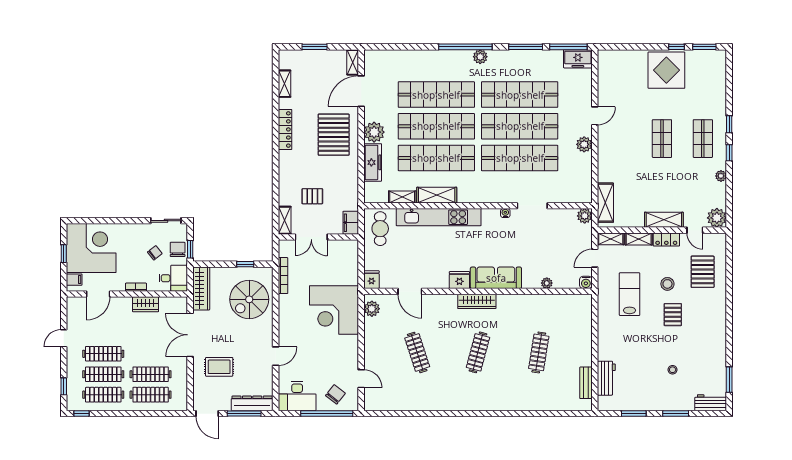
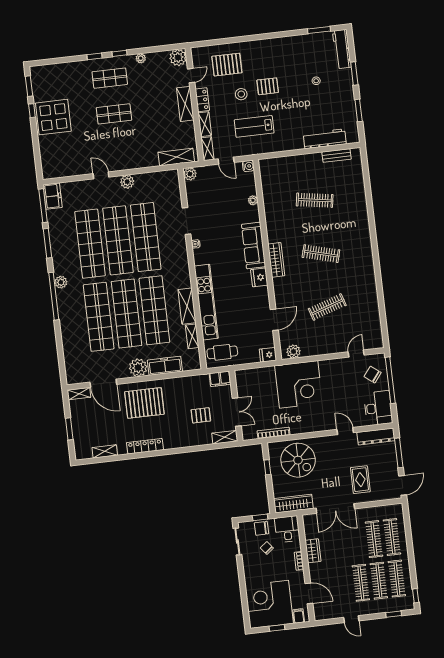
pallet: (312, 196) -> (201, 415), turned 90
workbench: (606, 378) -> (325, 139), width x1.38
dresser: (252, 403) -> (376, 436), moved, turned -90
workbench: (711, 403) -> (342, 49), width x1.38

